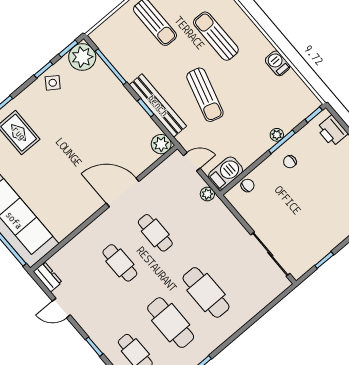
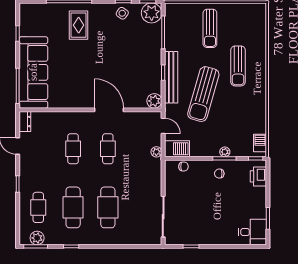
sun lounger: (216, 36) -> (238, 66), turned 180
barbecue: (278, 63) -> (260, 143), moved
sun lounger: (205, 95) -> (203, 94), width x1.36, depth x1.34

